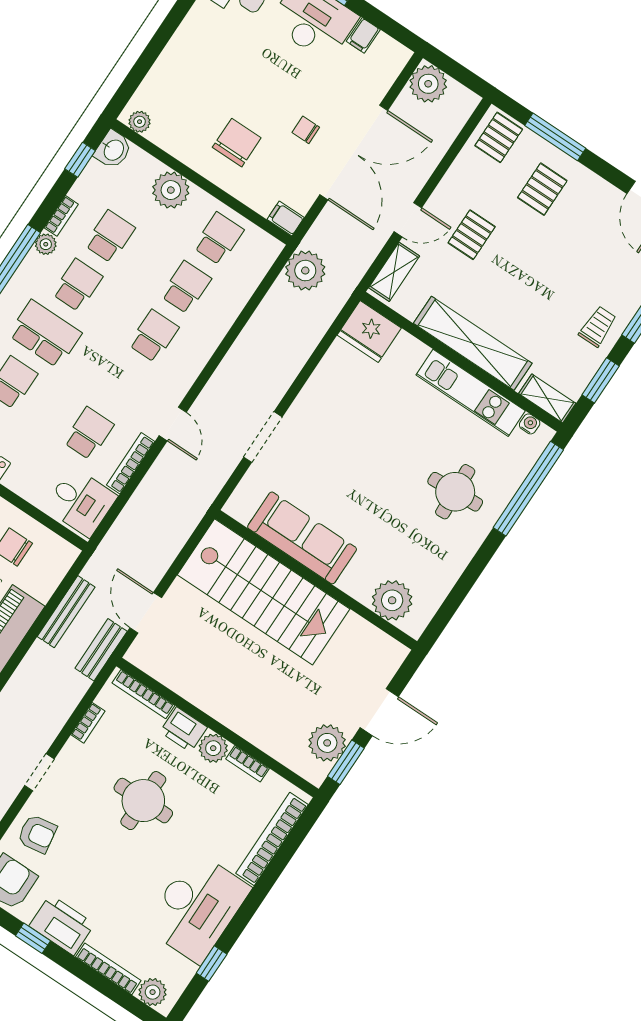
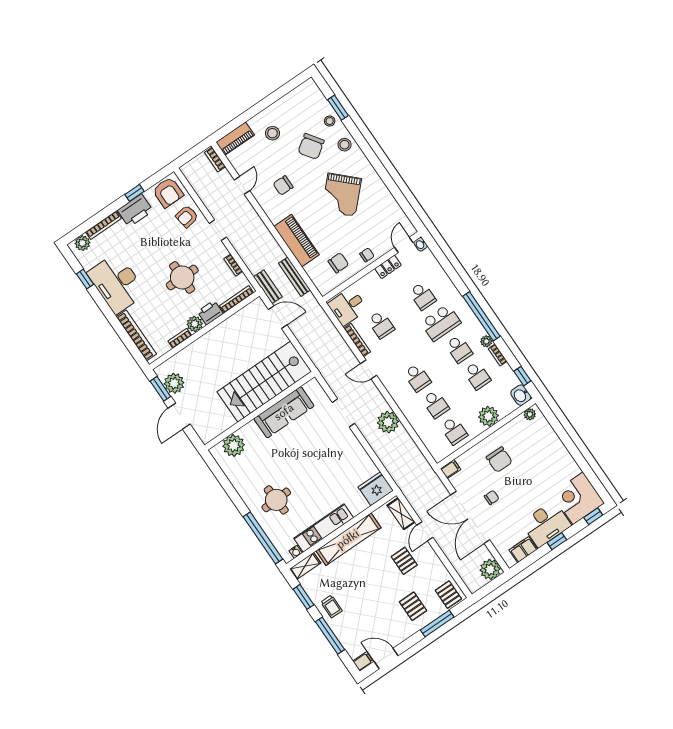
filing cabinet: (363, 35) -> (523, 550), width x2.00
plant: (305, 271) -> (388, 422), moved

